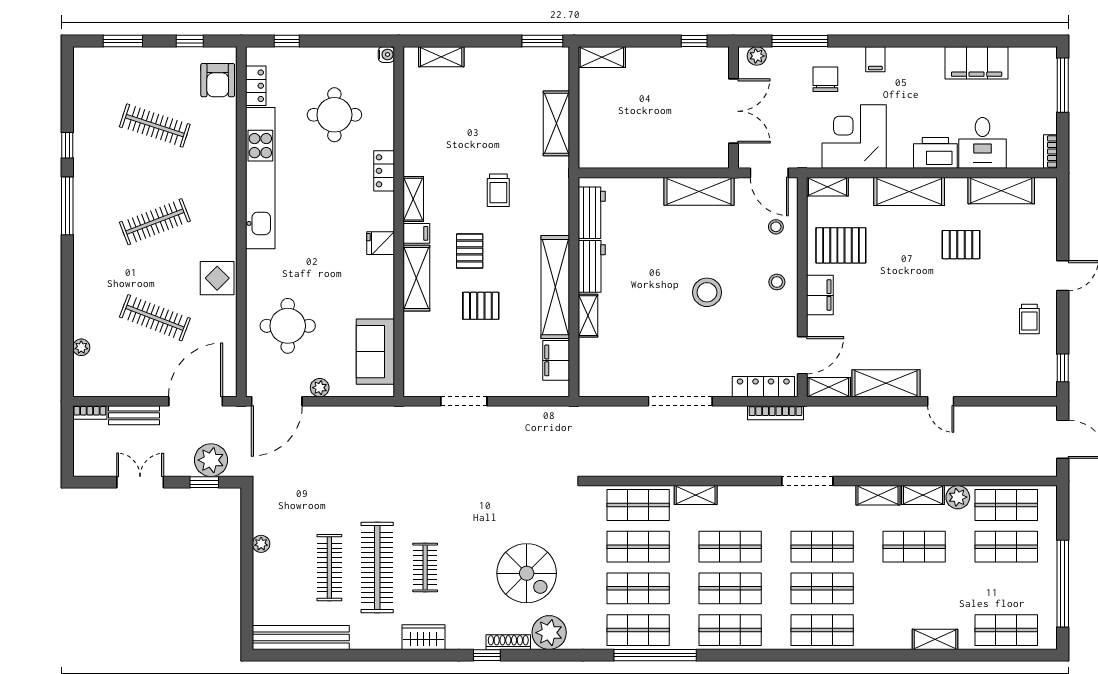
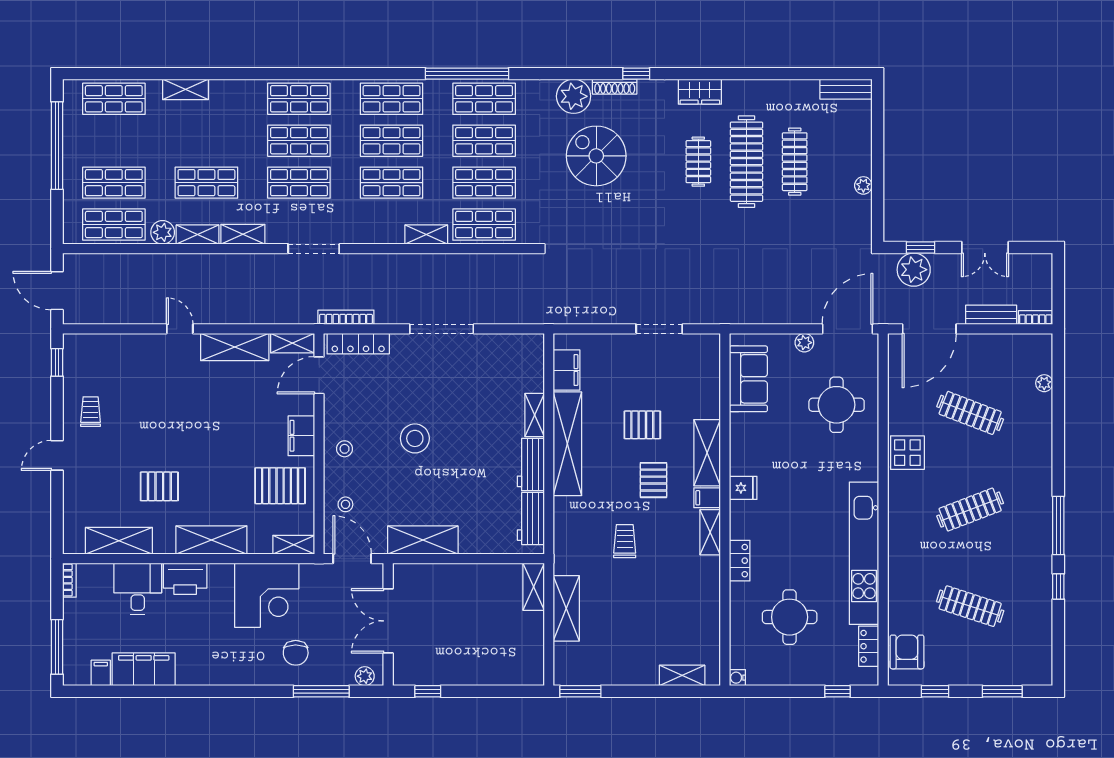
shelving: (602, 57) -> (534, 587), moved, turned 90
filing cabinet: (875, 59) -> (101, 673), moved
bench: (301, 638) -> (846, 89), width x0.54, depth x0.82

